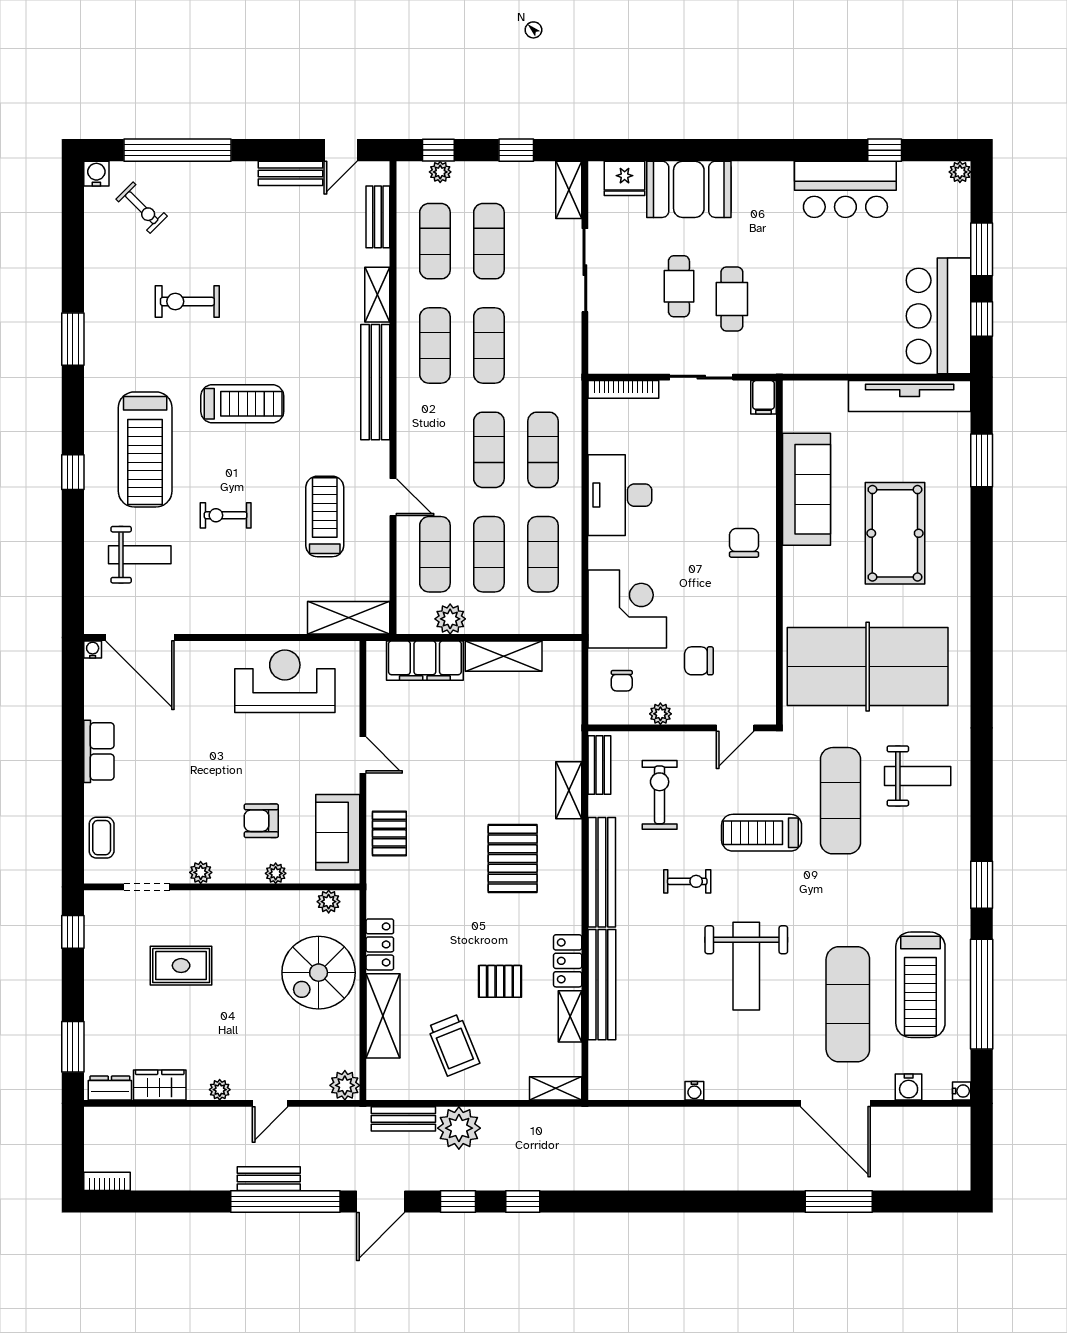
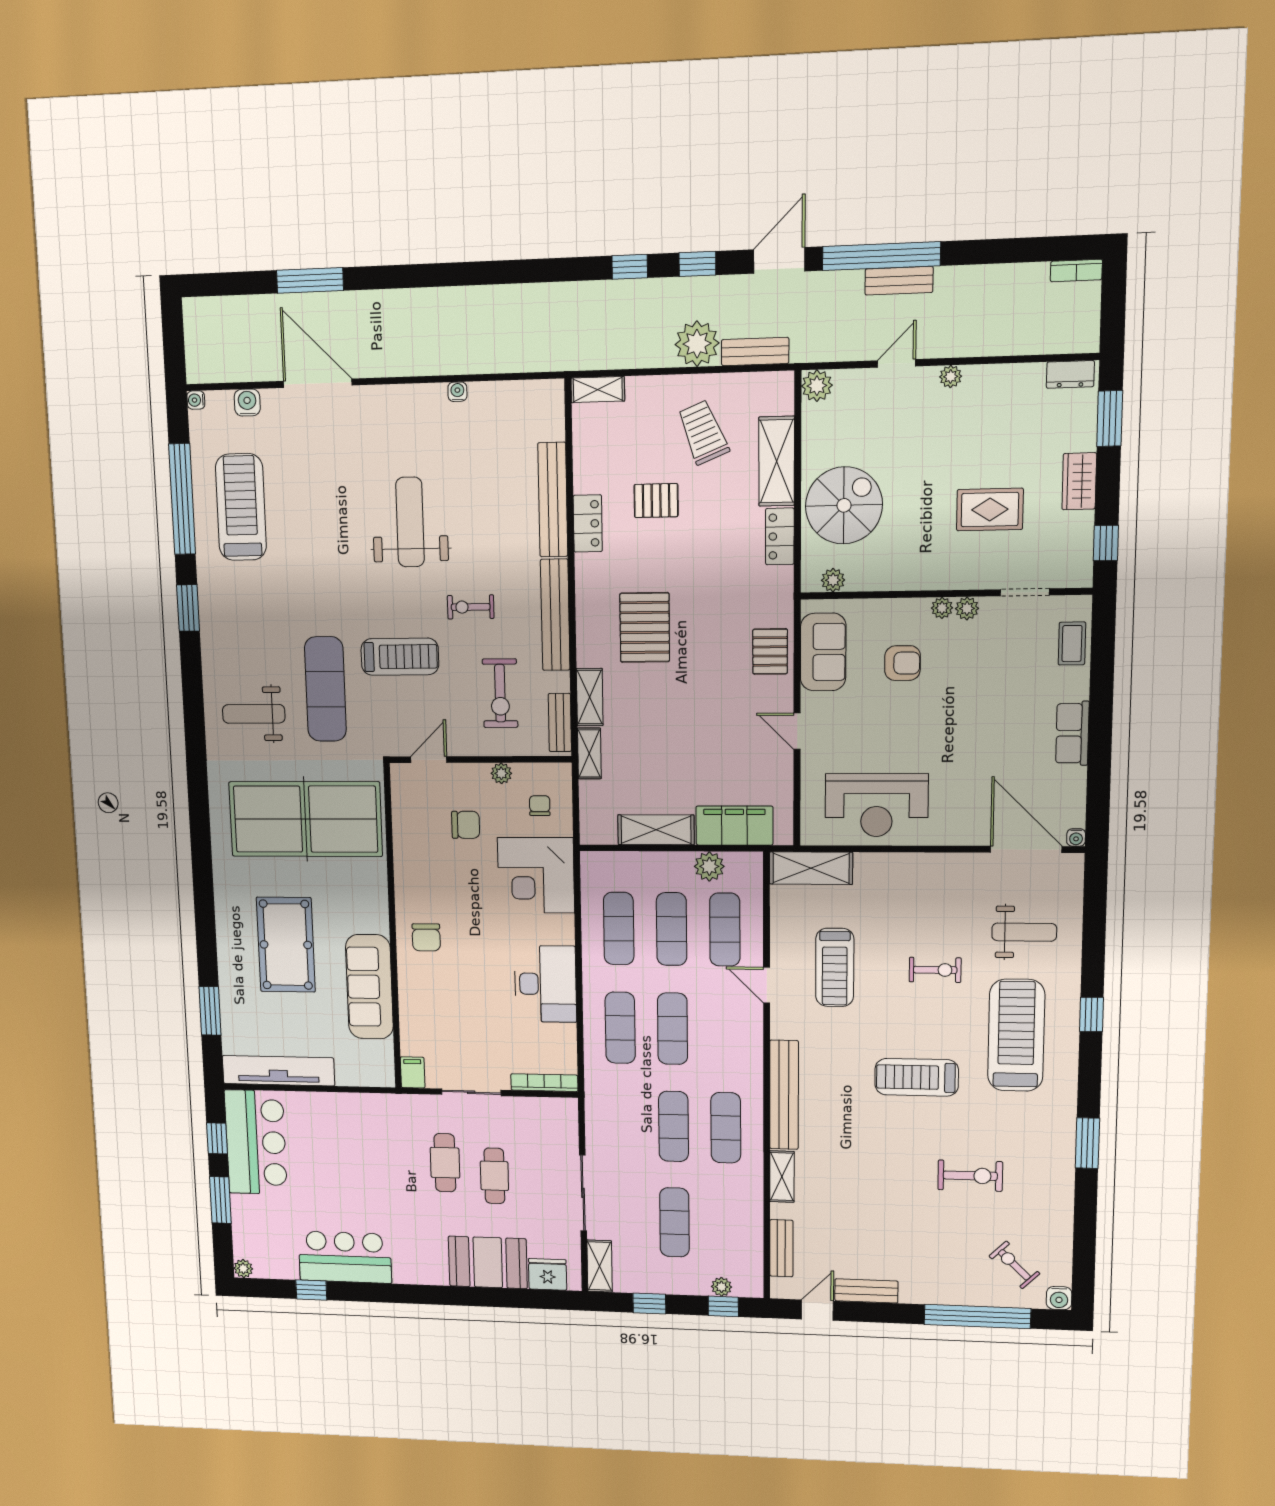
exercise mat: (435, 241) -> (726, 1224), removed
weight bench: (140, 555) -> (1024, 932), turned 180
plant: (276, 873) -> (942, 608), moved
exercise mat: (848, 1004) -> (310, 486), removed
shelving: (570, 1016) -> (589, 753), moved
wardrobe: (160, 1085) -> (1079, 481), moved, turned 90

